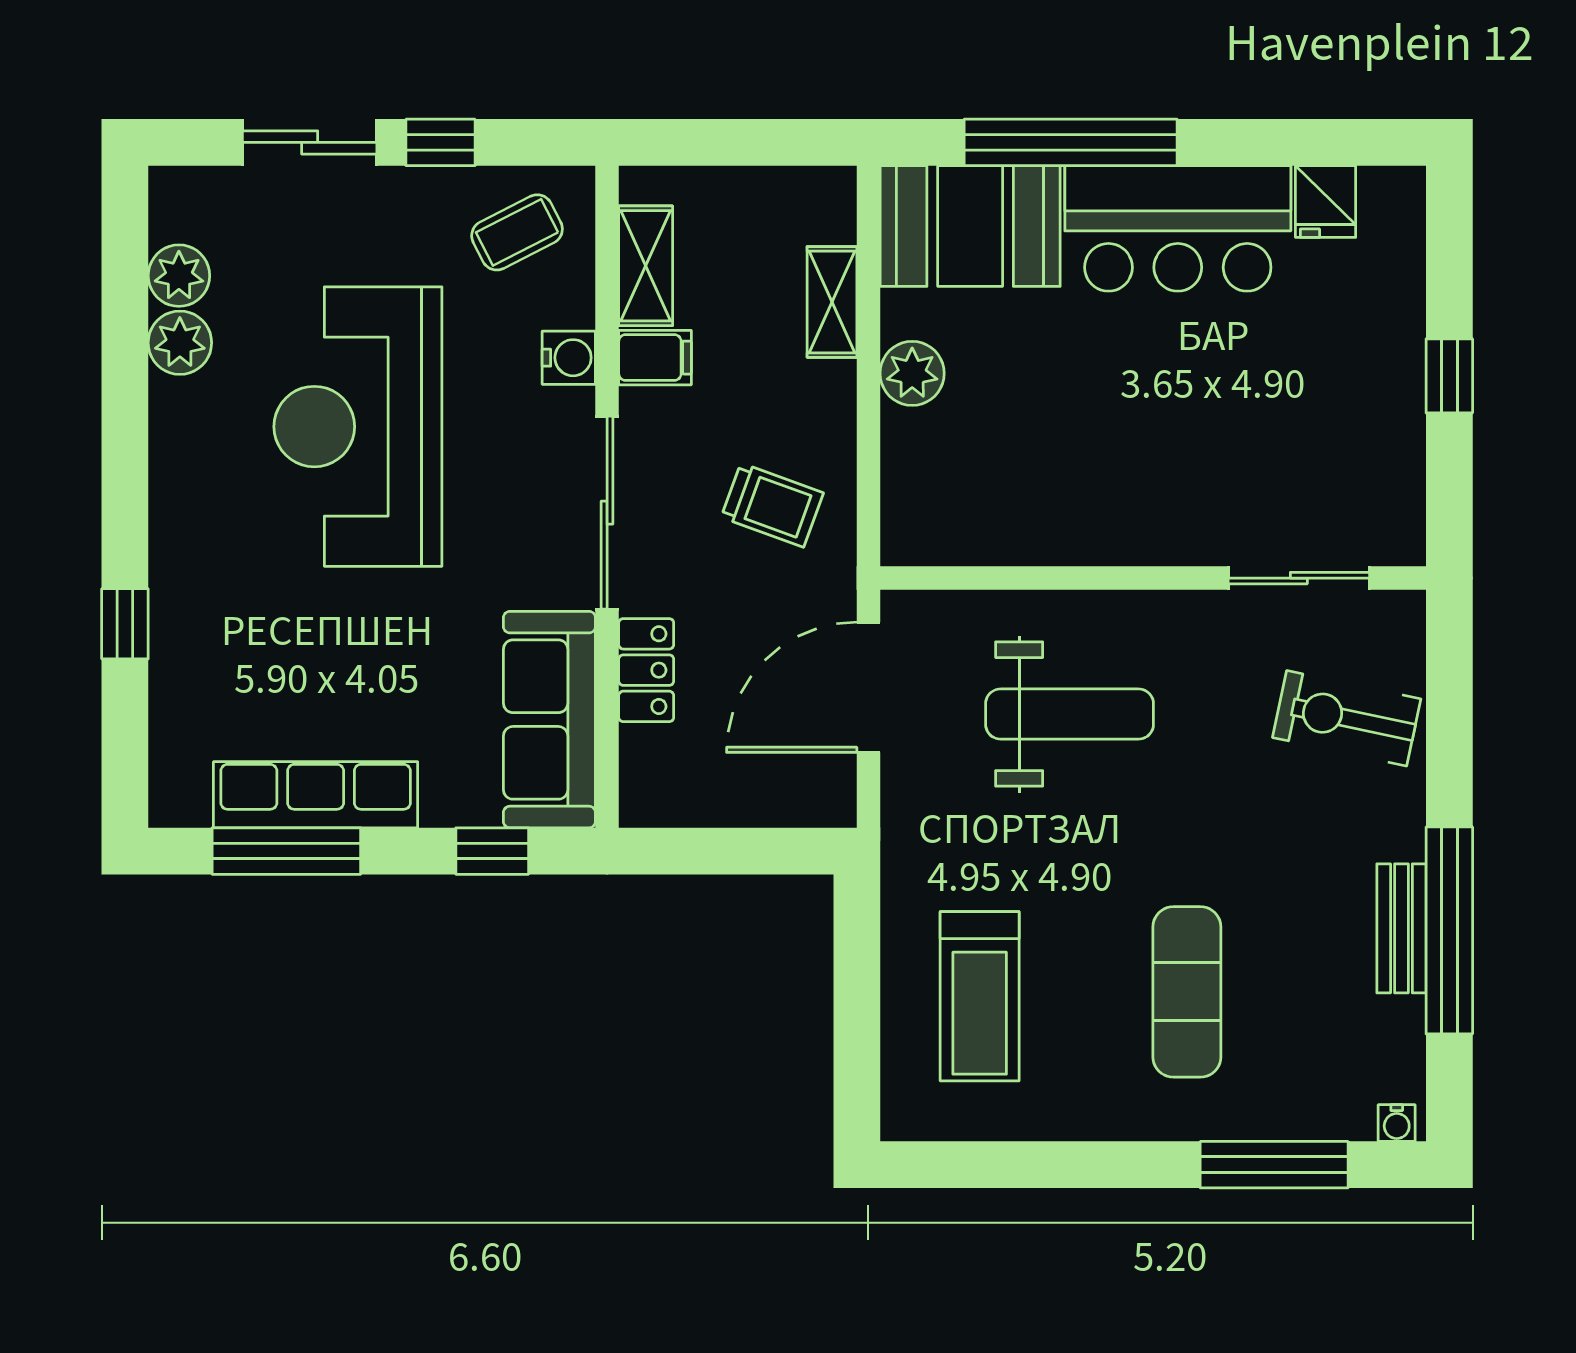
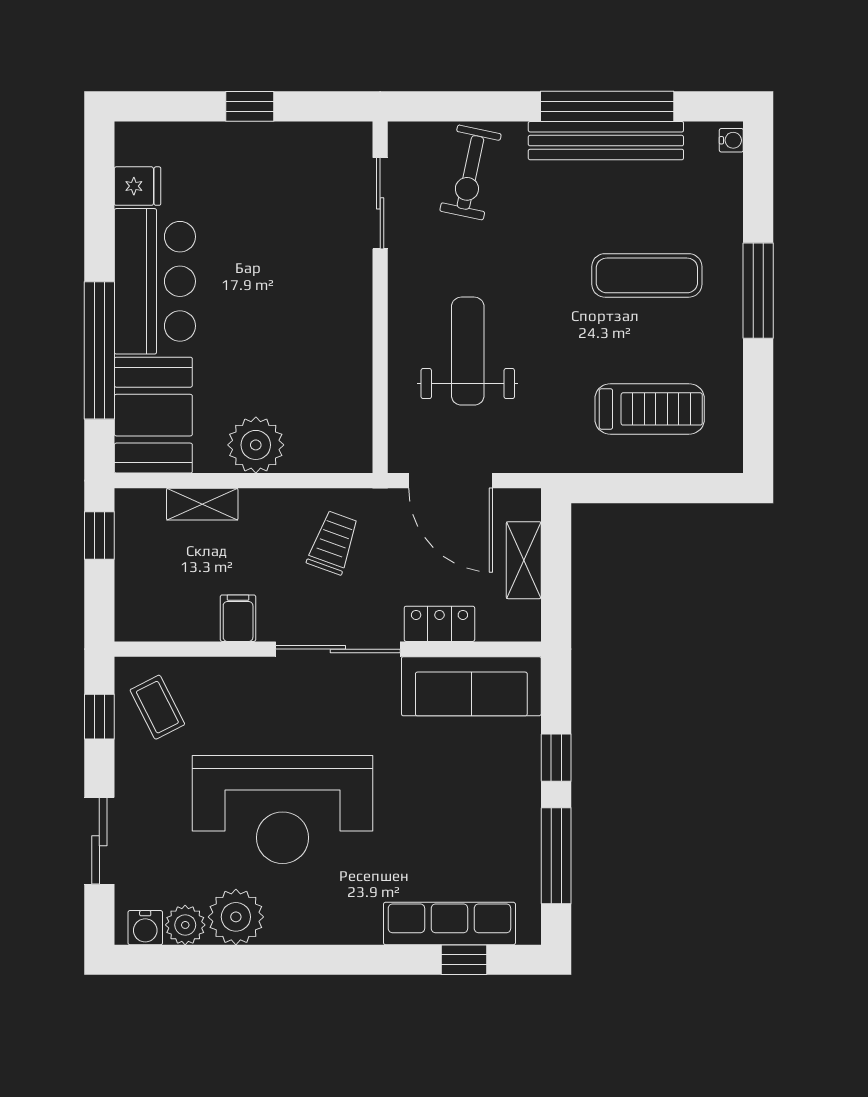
window: (441, 142) -> (99, 717), moved
window: (783, 142) -> (99, 536), added
shelving: (646, 266) -> (524, 560), moved, turned 90
plant: (180, 343) -> (236, 917), width x1.36, depth x1.36
water cooler: (569, 358) -> (145, 928), moved, turned 180
plant: (912, 373) -> (256, 445), width x1.36, depth x1.36
window: (125, 624) -> (464, 960), moved
row of seats: (316, 795) -> (449, 923), moved, turned 90
window: (492, 851) -> (556, 758), moved
bench: (1401, 928) -> (606, 141), width x1.86, depth x1.21
window: (1274, 1165) -> (758, 291), moved

